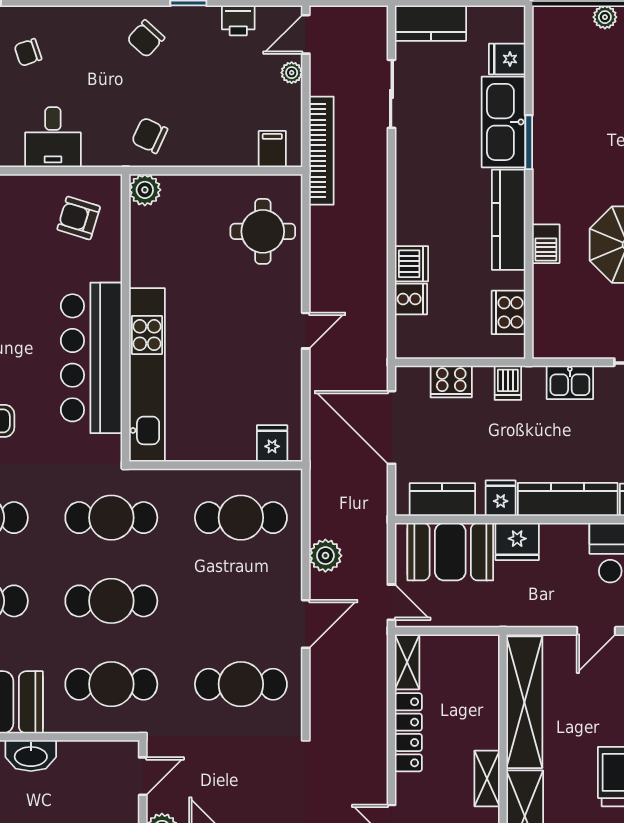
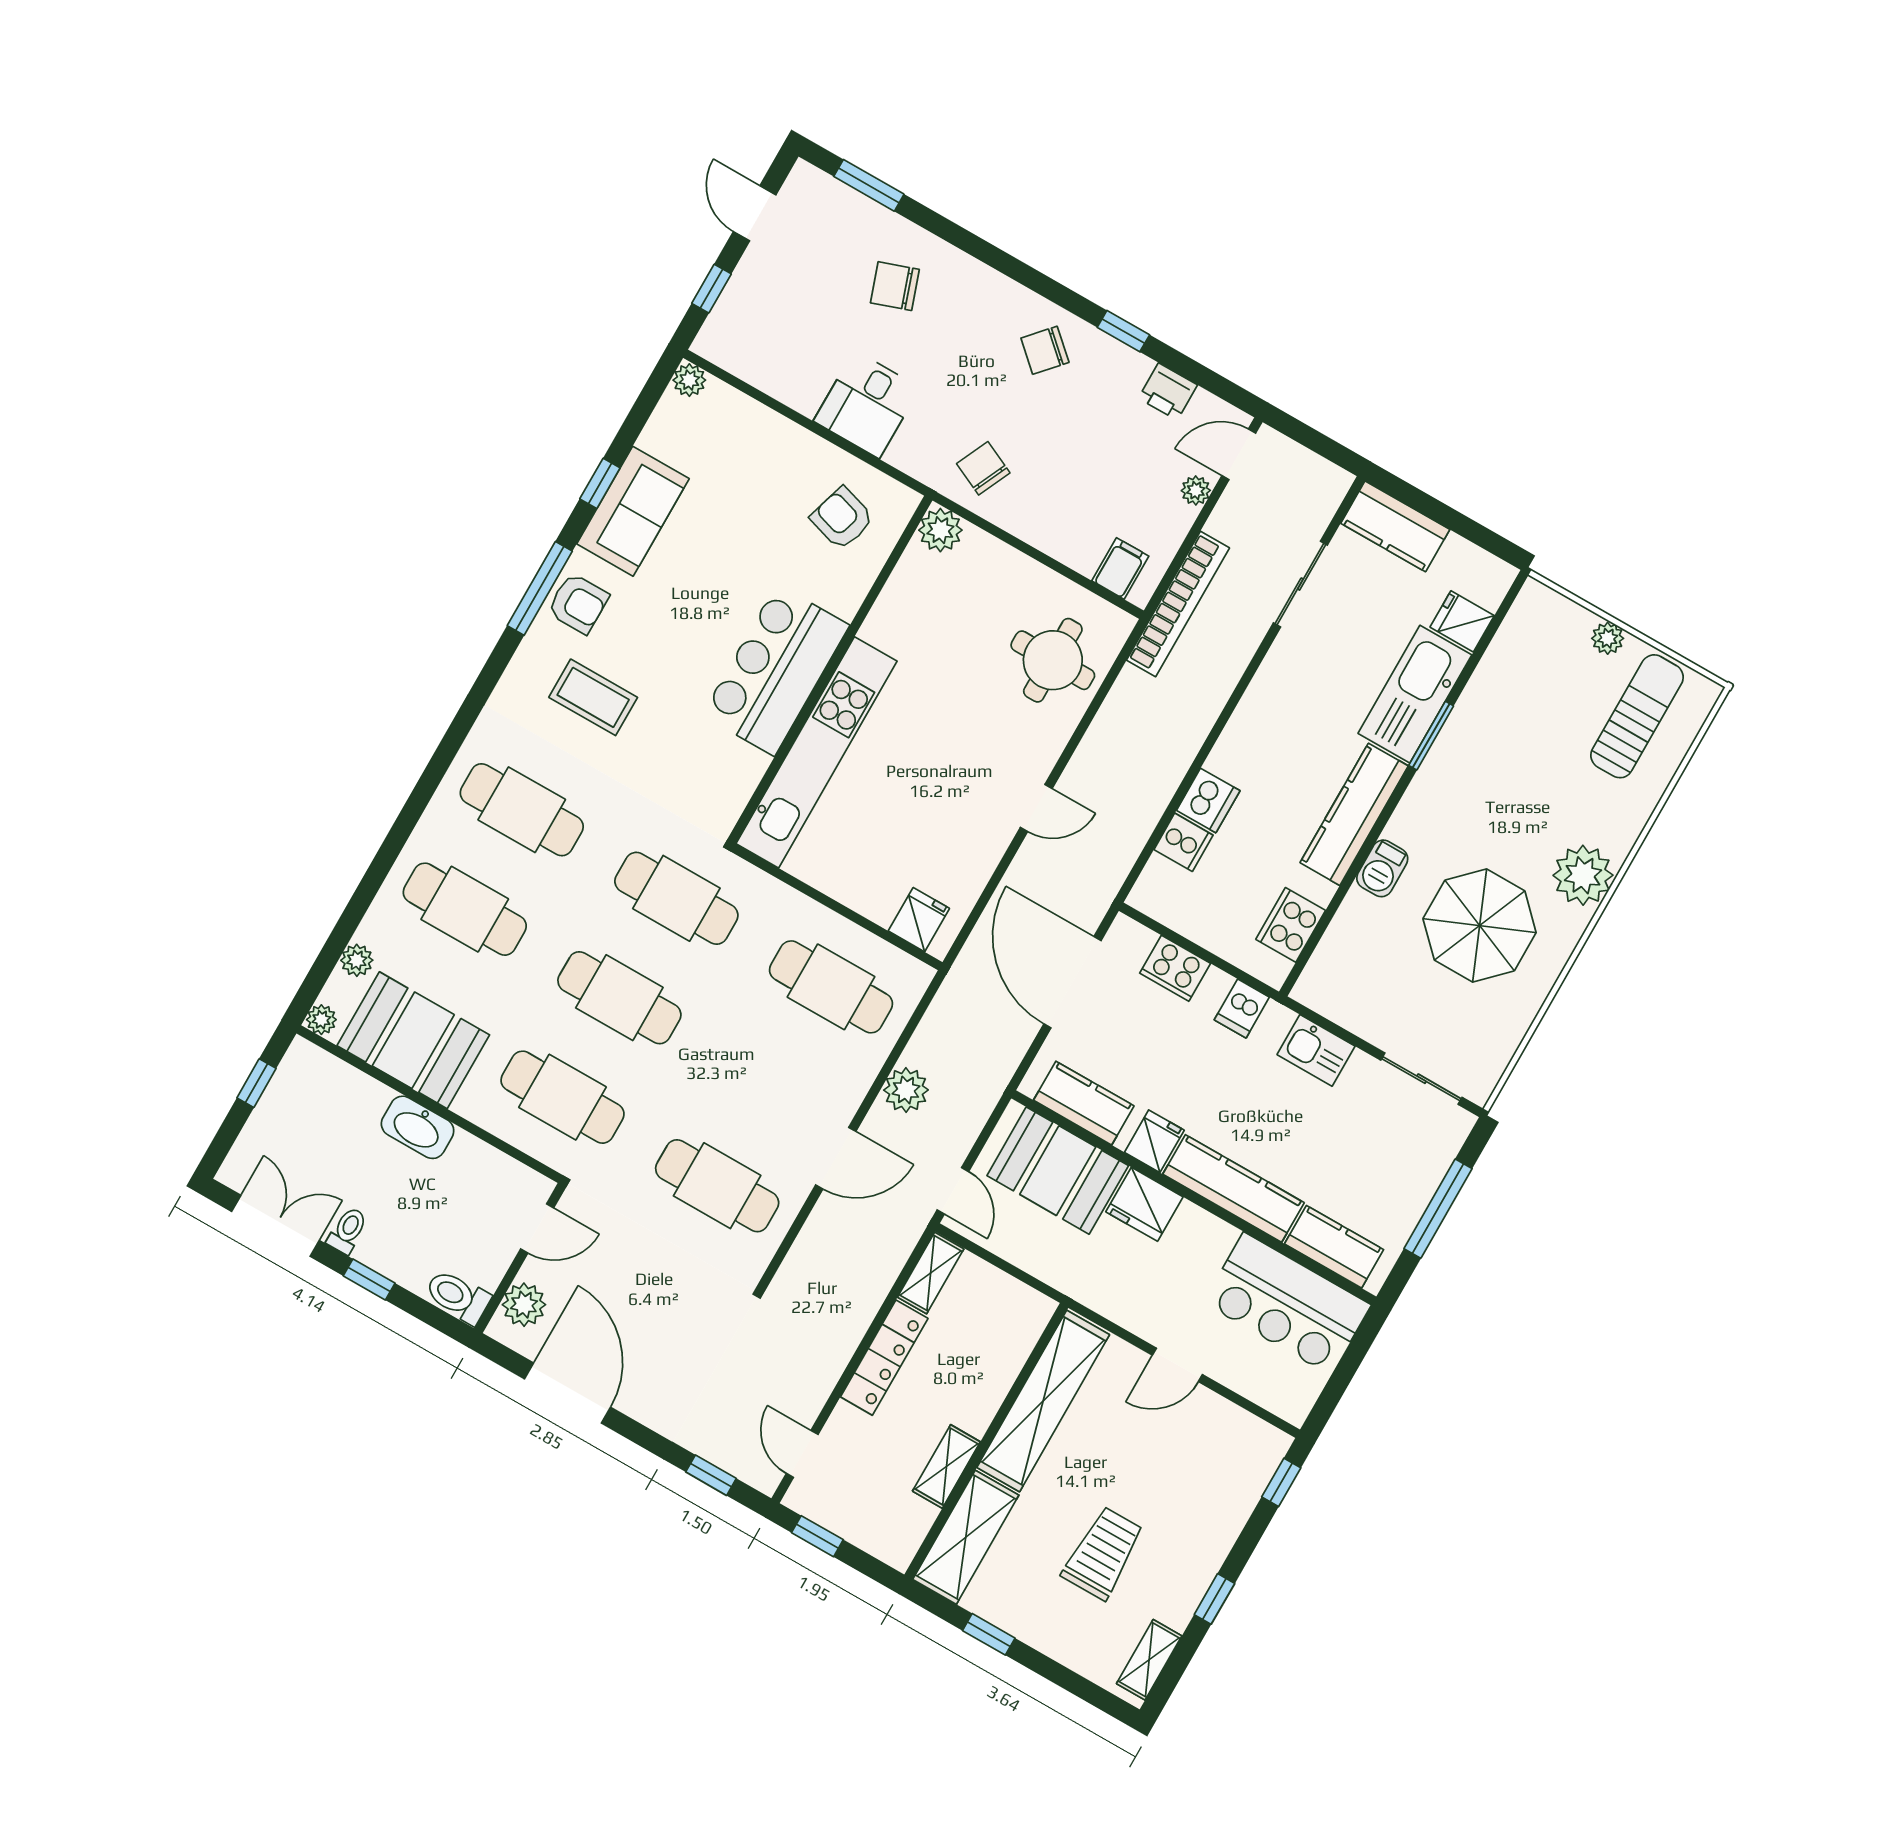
chair: (28, 52) -> (895, 286), width x1.37, depth x1.37
bar counter: (91, 358) -> (776, 670), width x0.73

